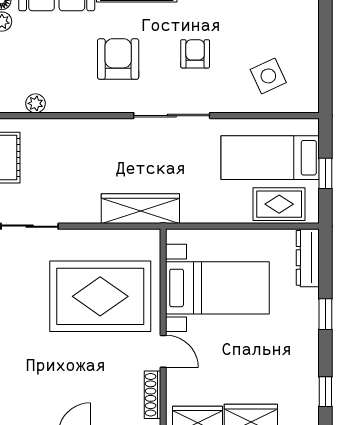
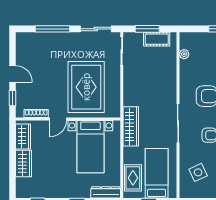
wardrobe: (140, 209) -> (131, 126), moved

